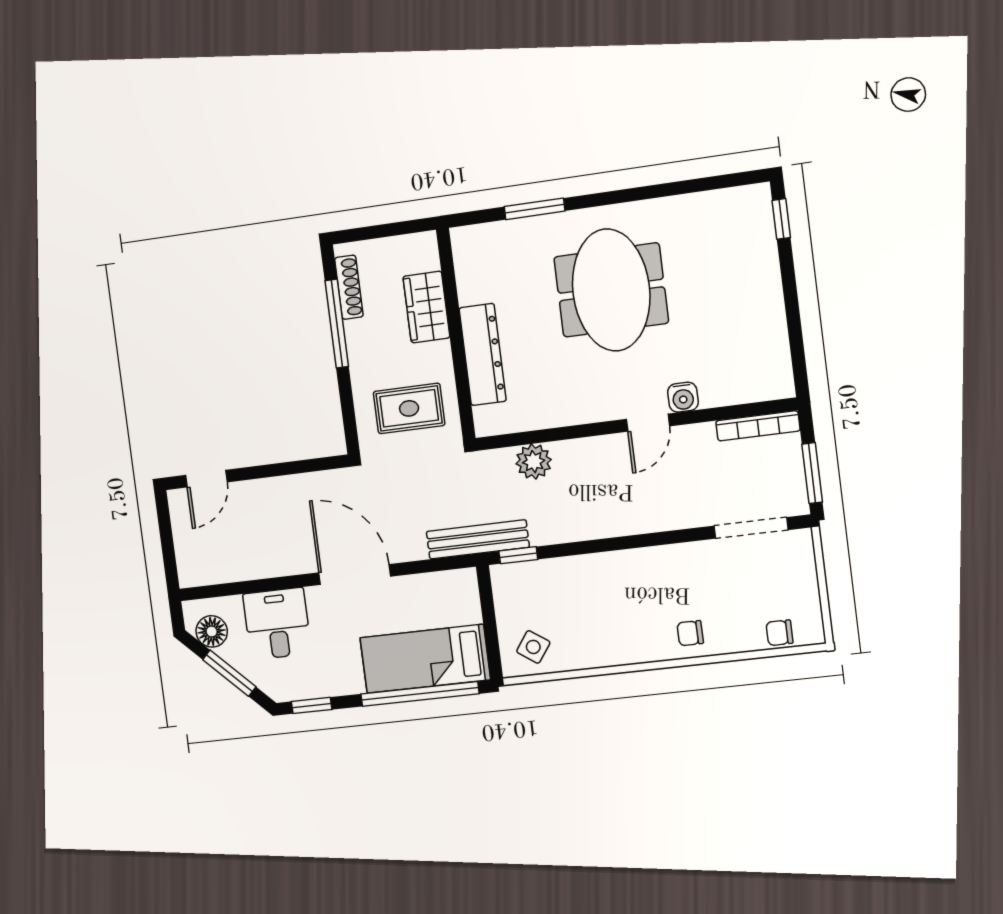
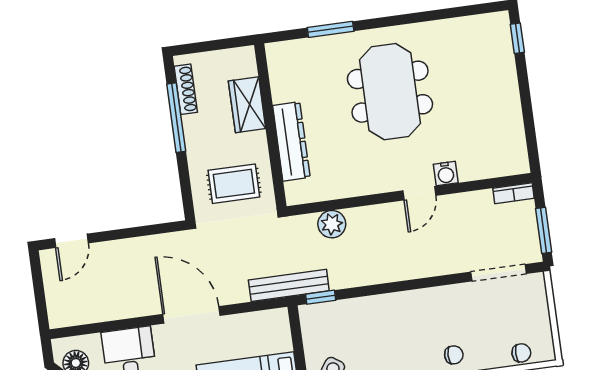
bookcase: (758, 426) -> (514, 193), width x0.64
chair: (690, 633) -> (454, 355), turned 180
chair: (779, 633) -> (521, 353), turned 180

